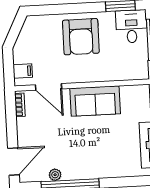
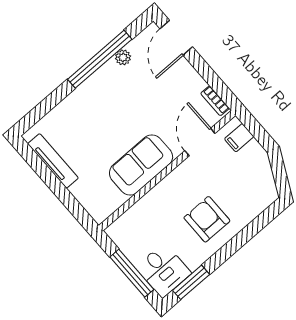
armchair: (81, 37) -> (207, 219), width x0.73, depth x0.73
door: (48, 87) -> (200, 142), hinge flipped

